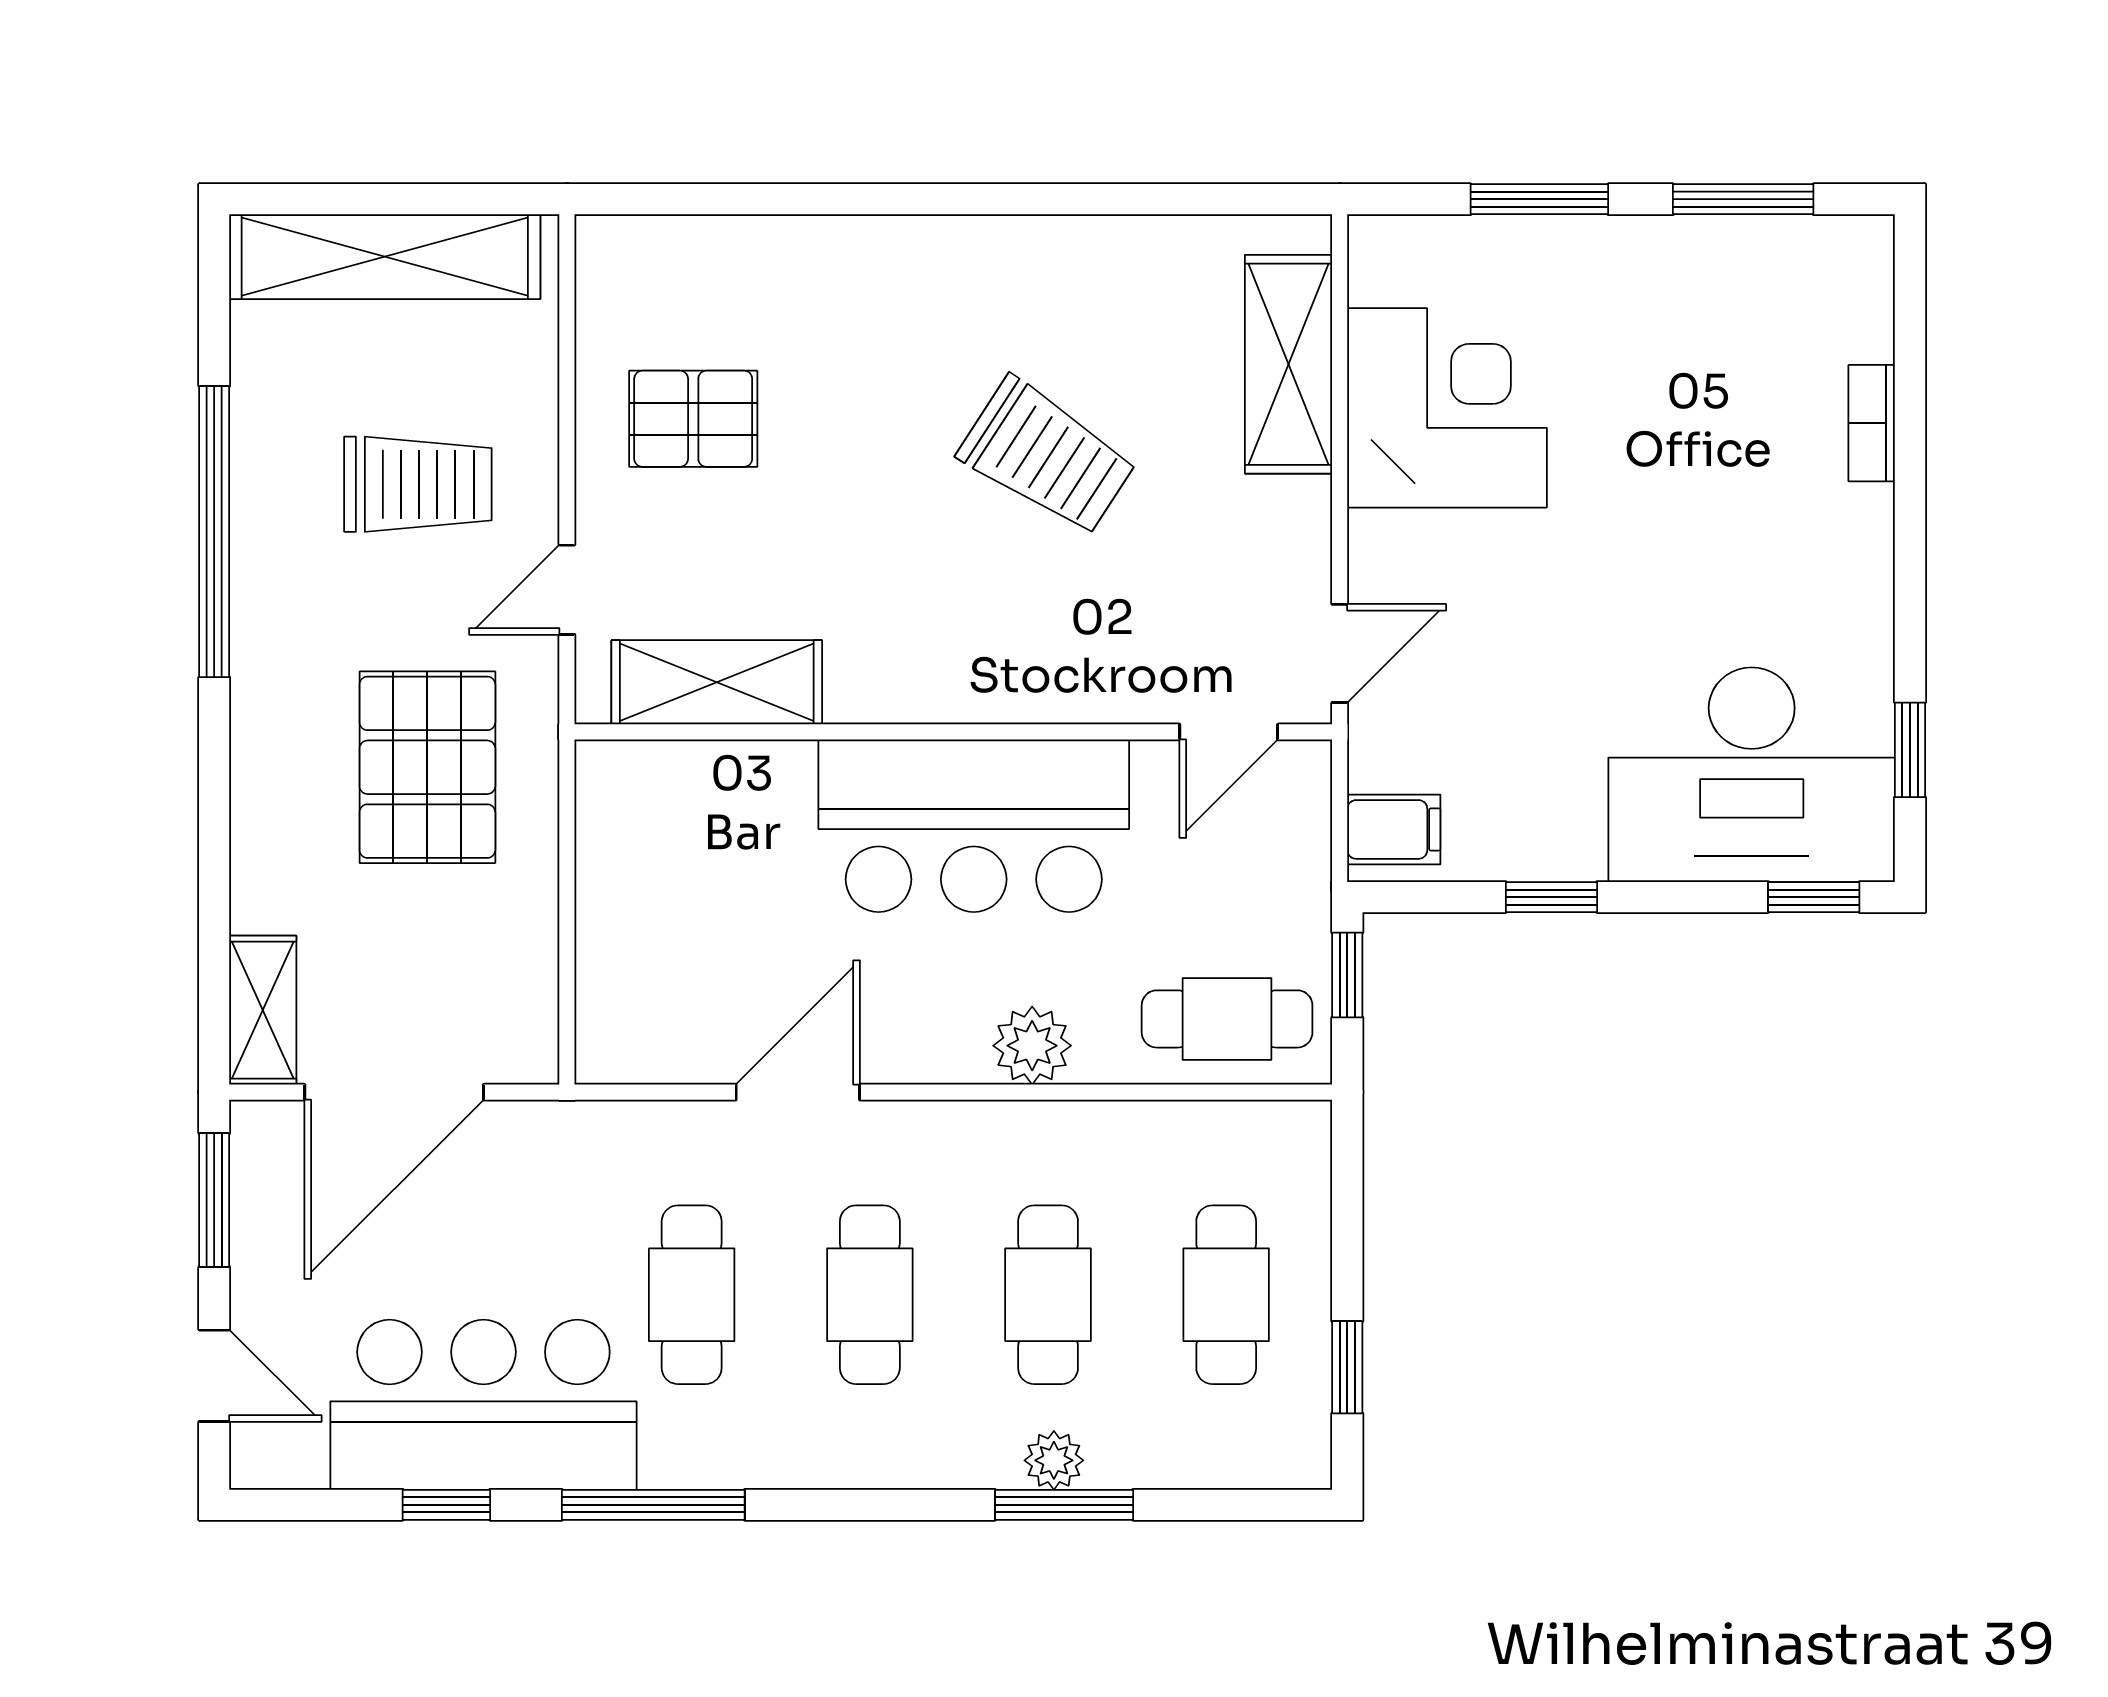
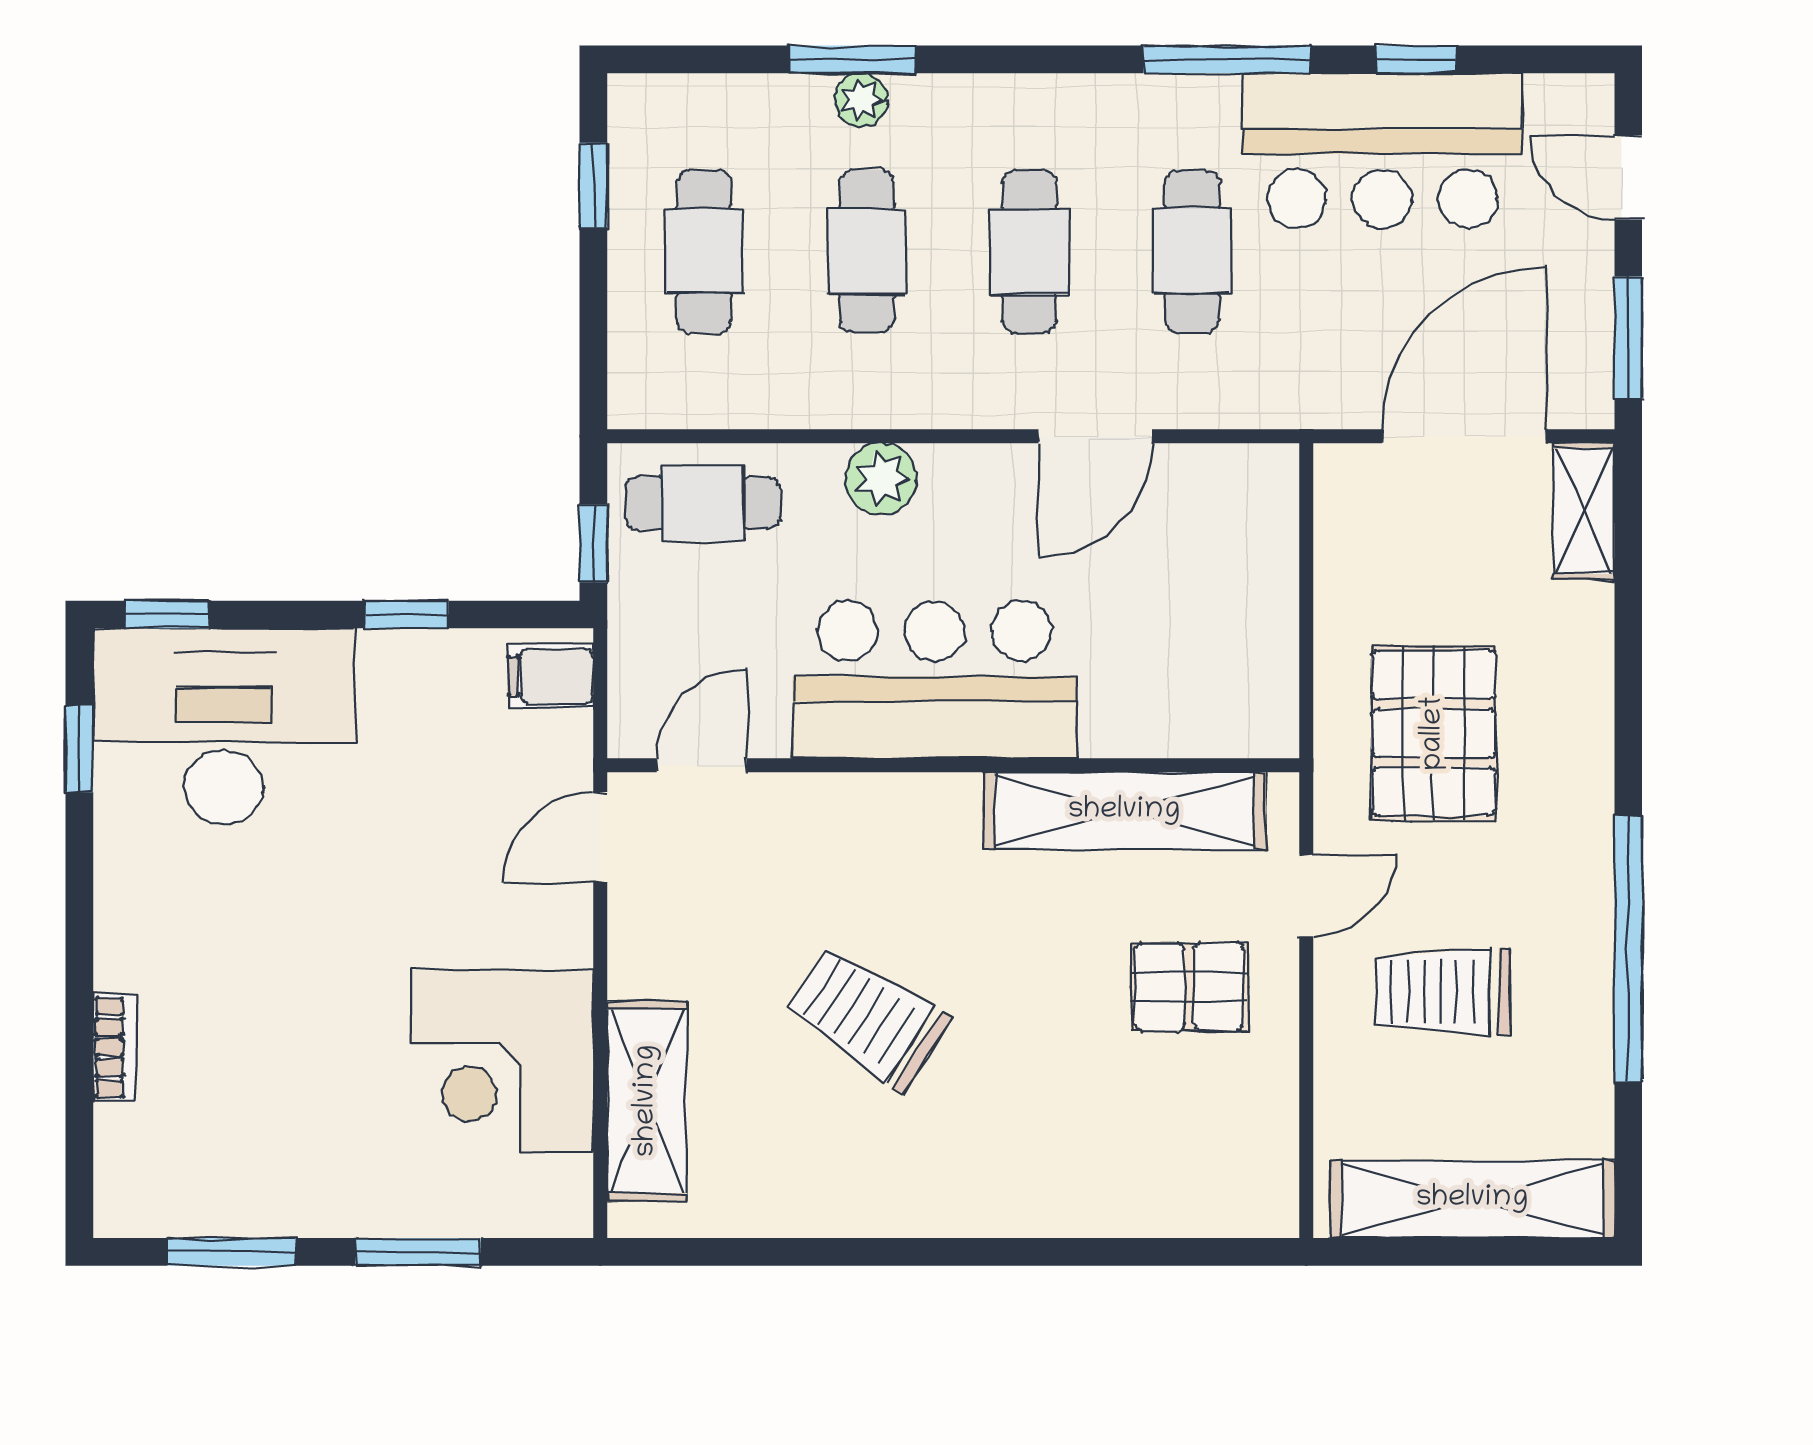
pallet: (693, 419) -> (1189, 987), moved
shelving: (717, 682) -> (1124, 811), width x1.47

